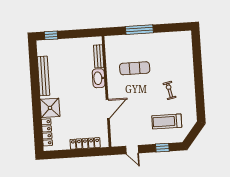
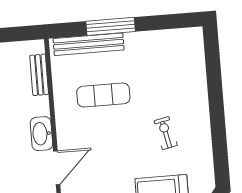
bench: (127, 39) -> (89, 44), added
washbasin: (99, 78) -> (41, 134), moved

